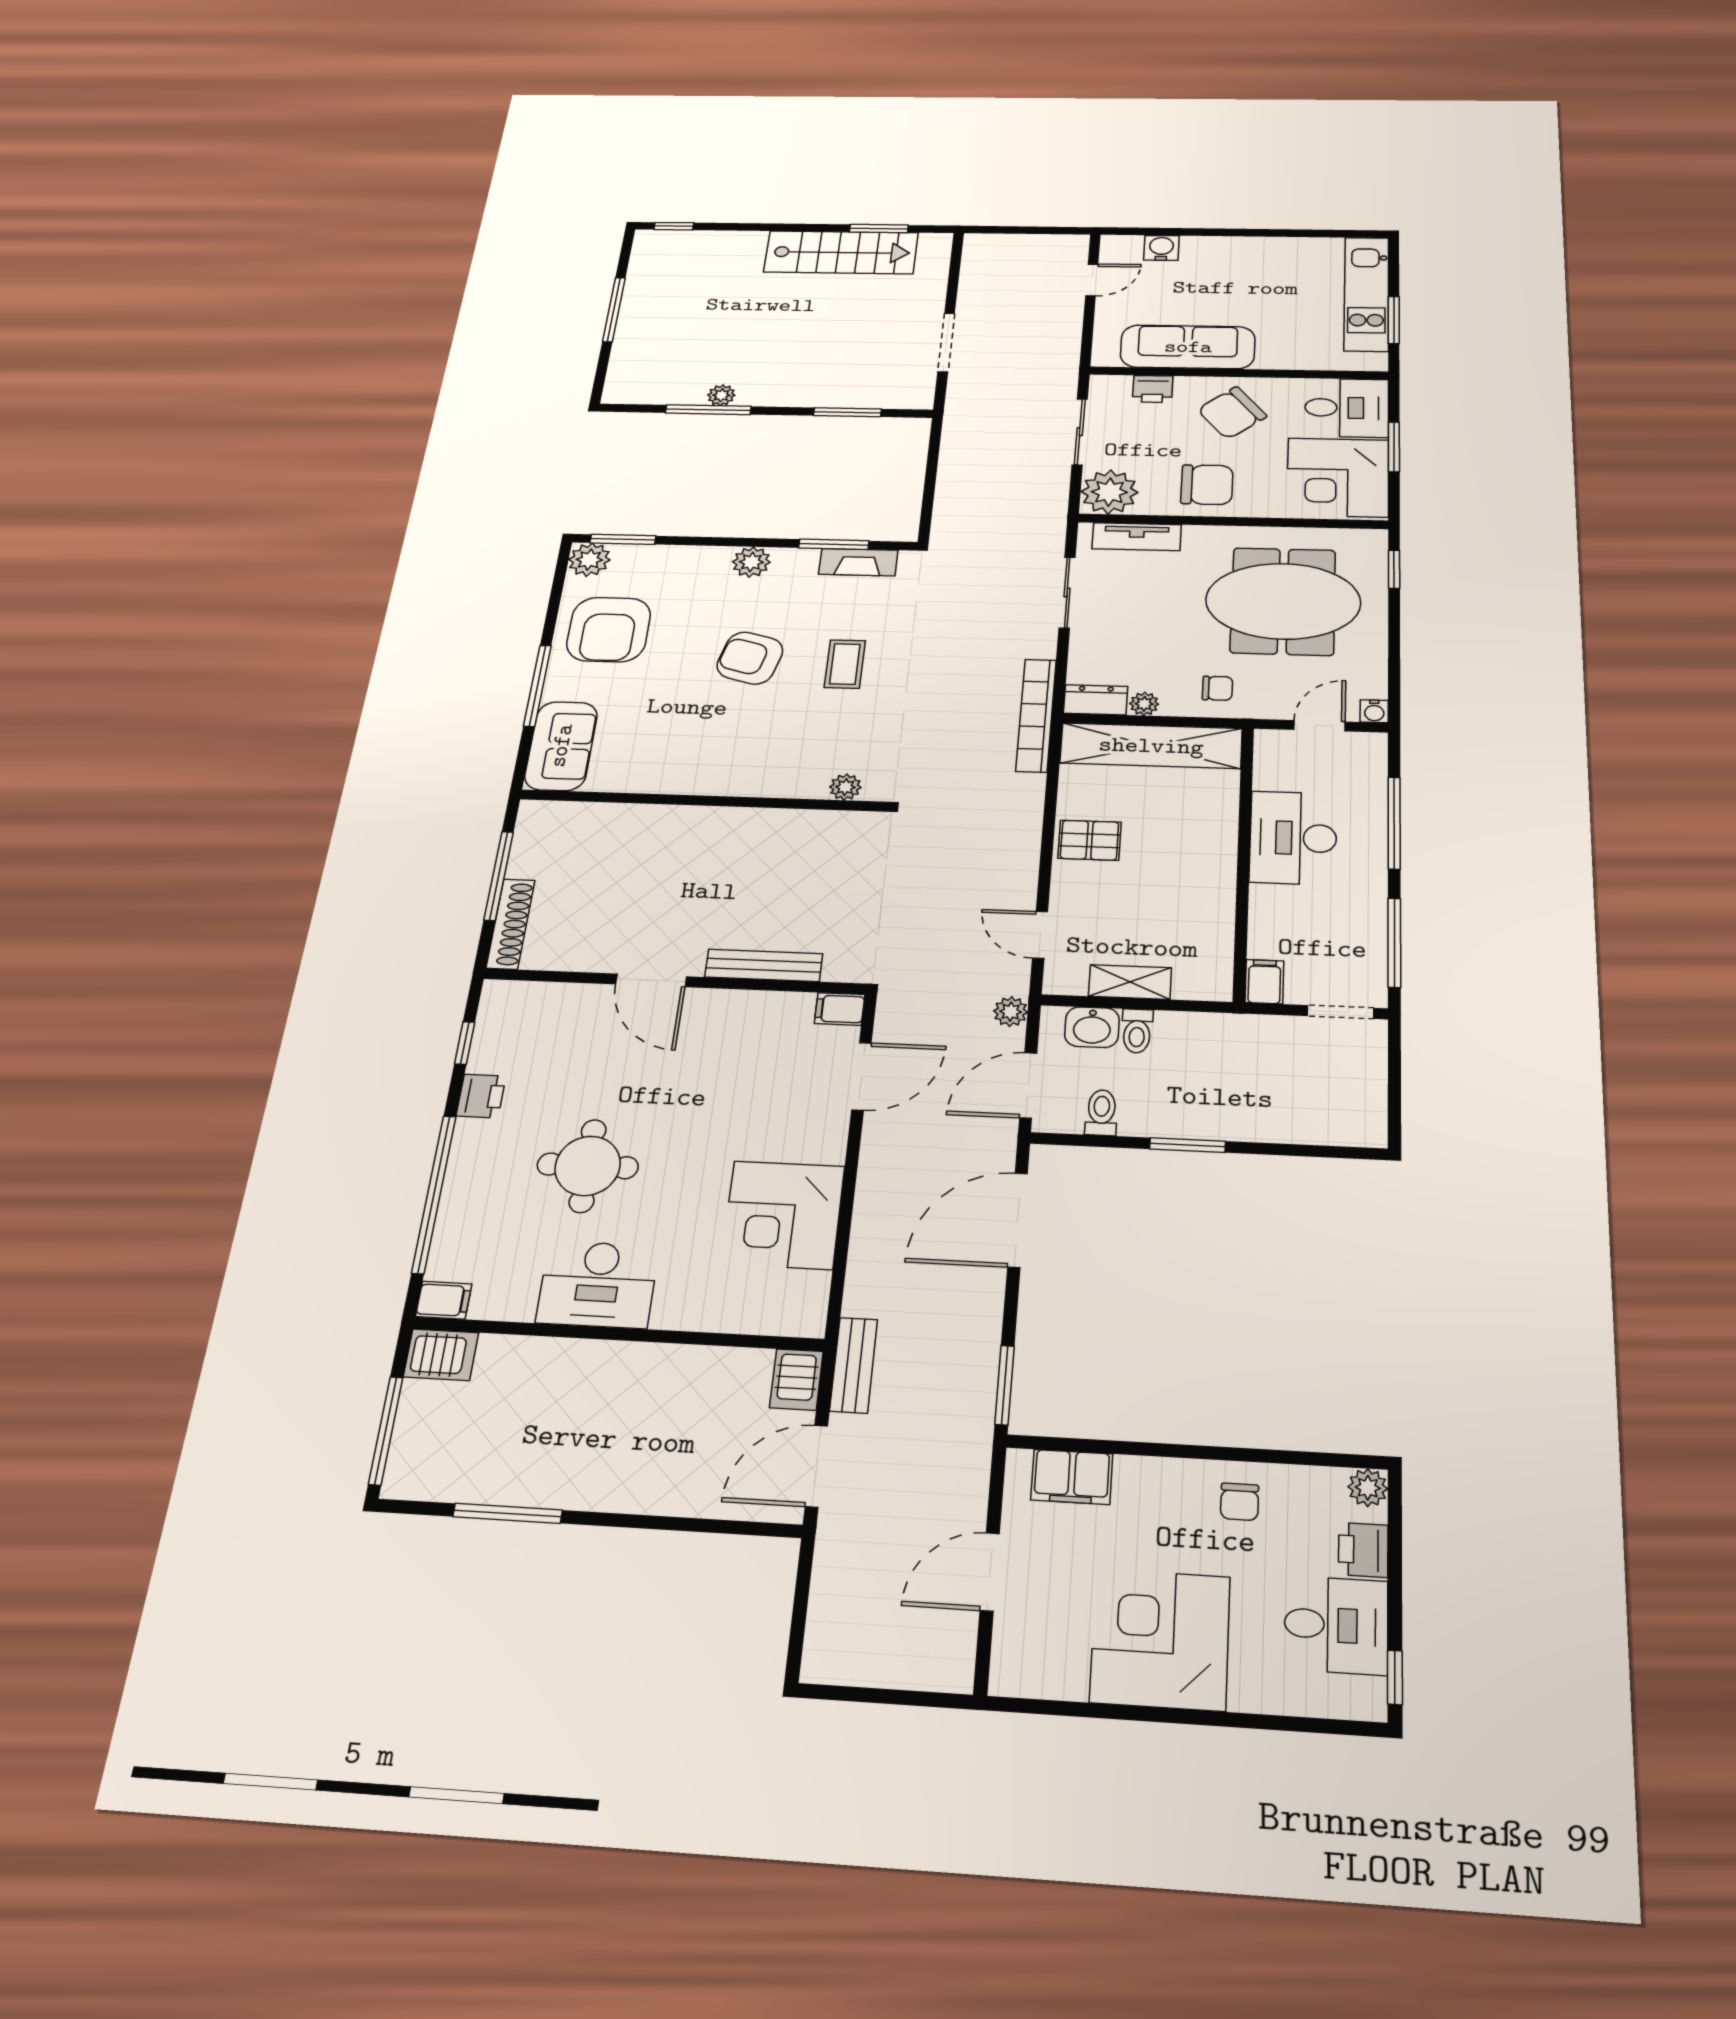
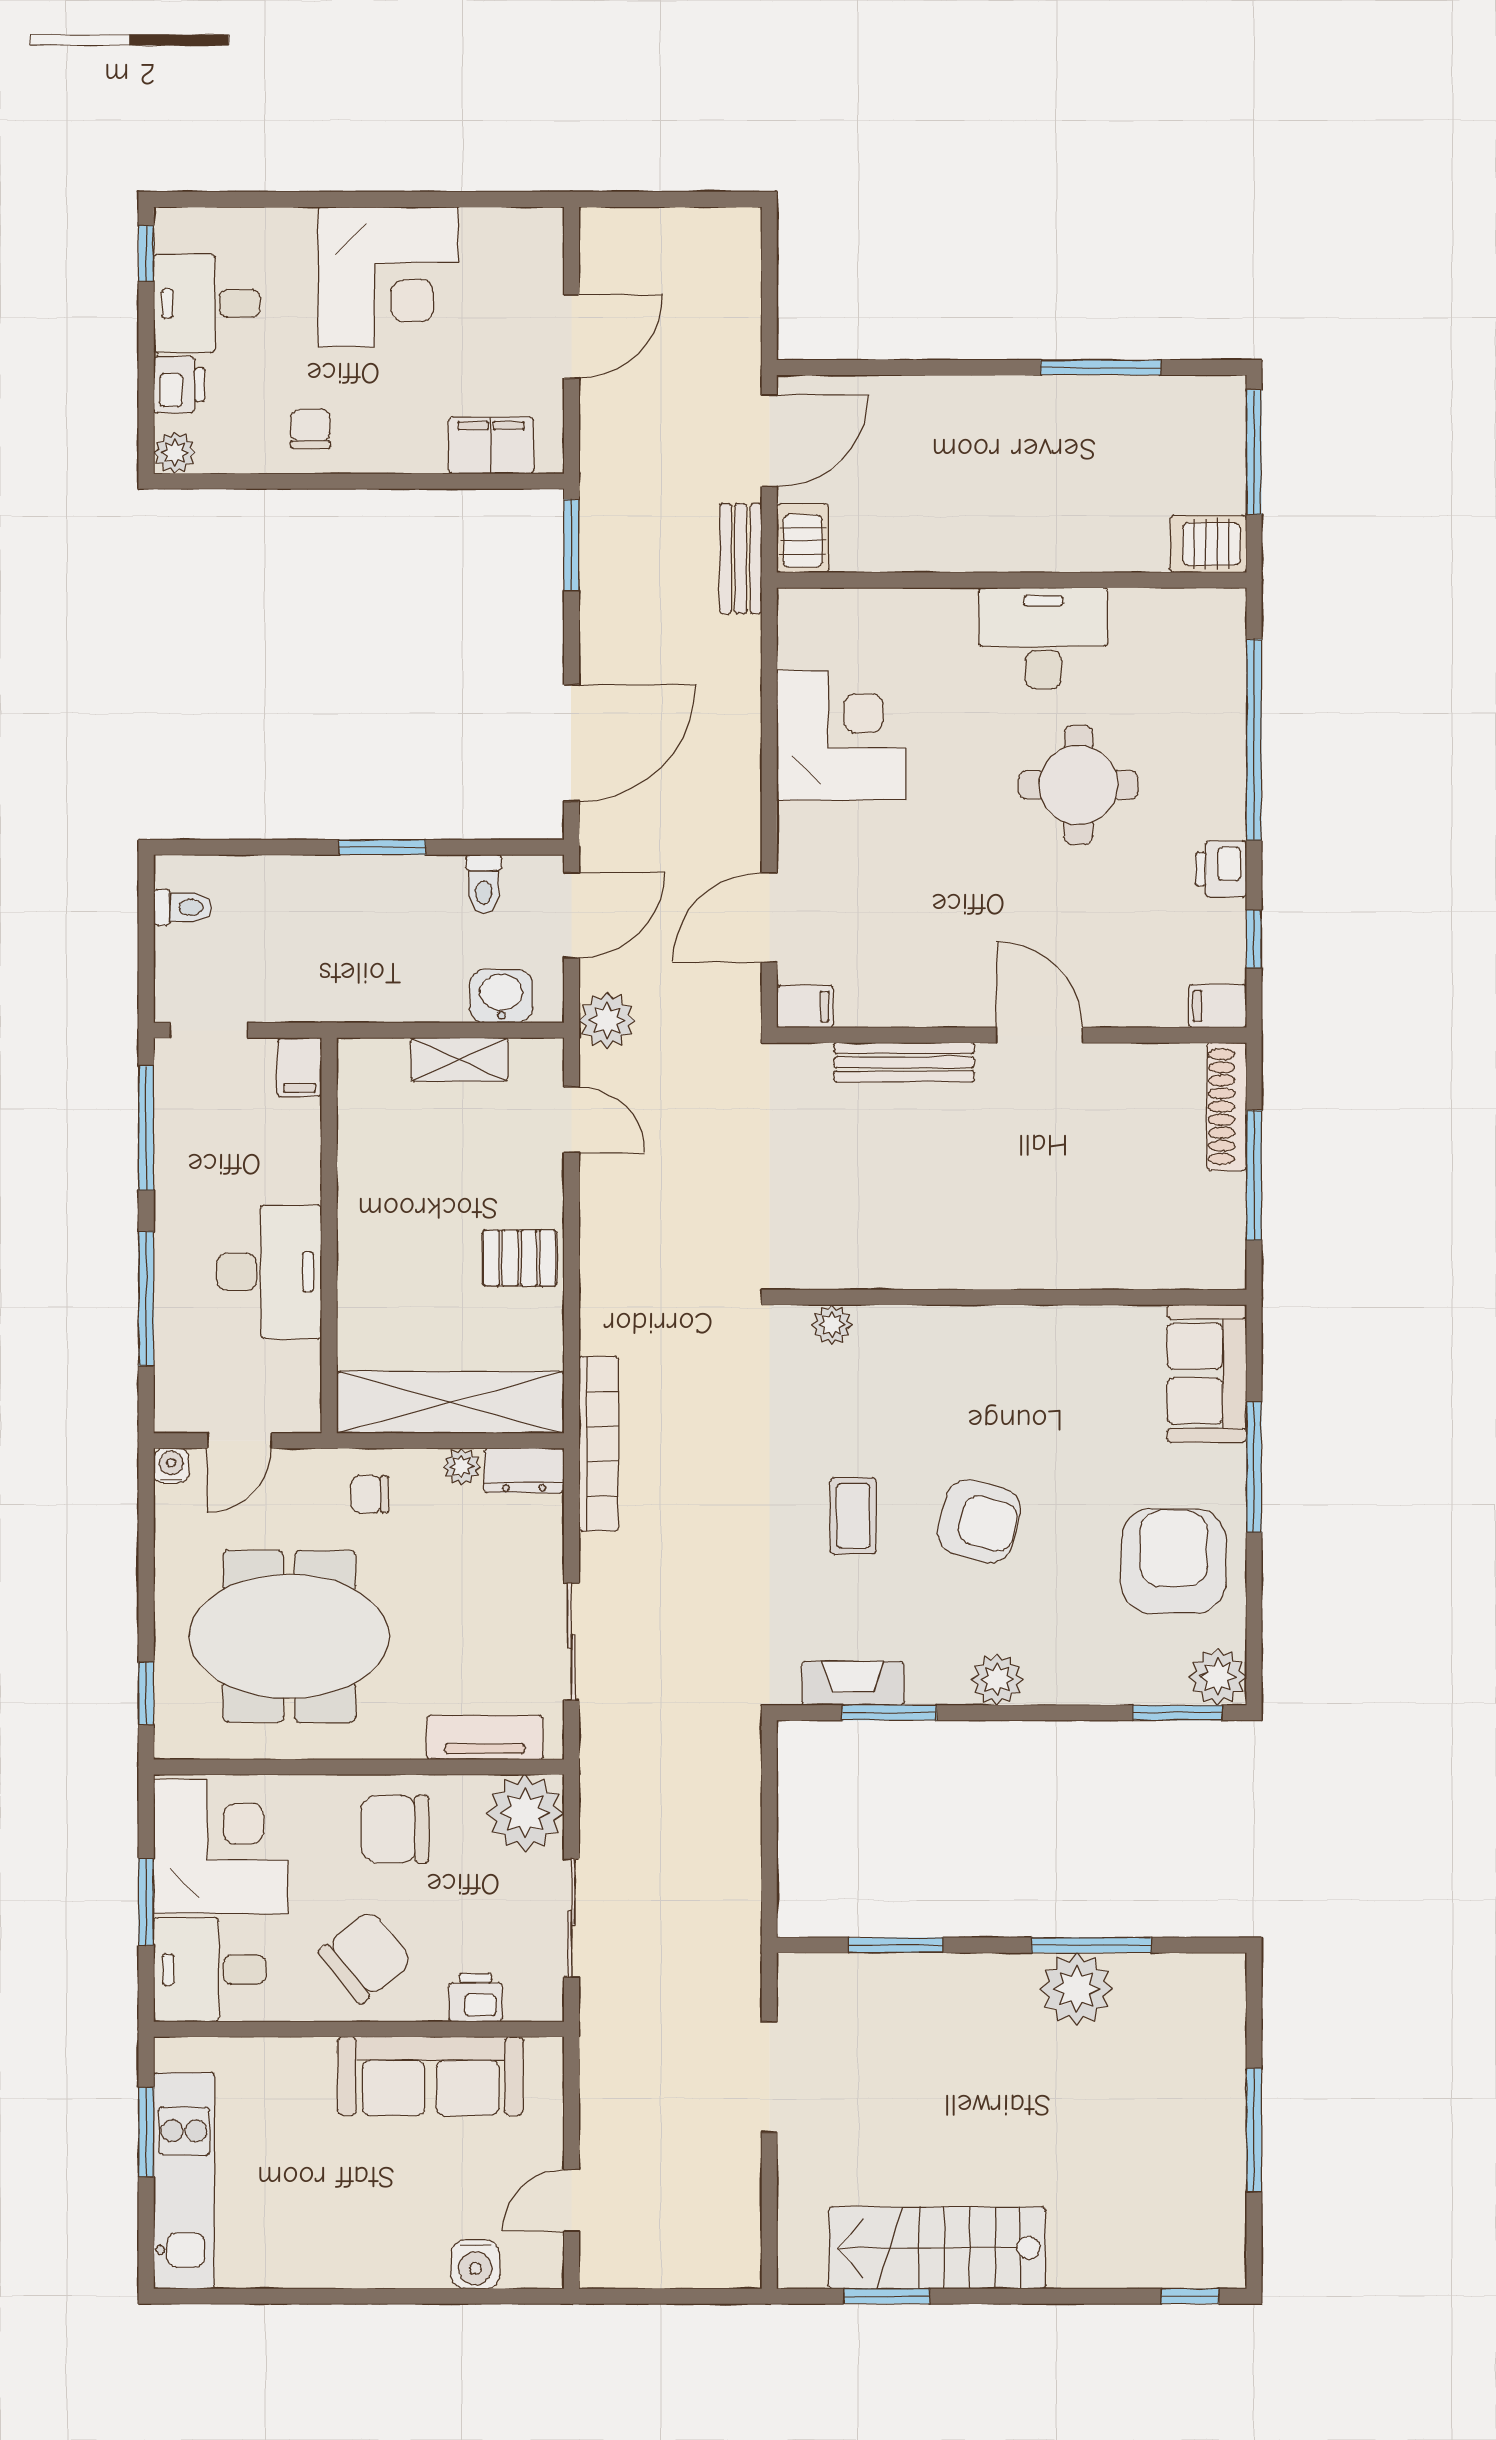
plant: (721, 395) -> (1076, 1989), width x1.87, depth x1.87
plant: (1011, 1012) -> (607, 1020), width x1.38, depth x1.38
toilet: (1137, 1031) -> (183, 907), moved, turned 90
filing cabinet: (444, 1300) -> (1218, 1006), moved

